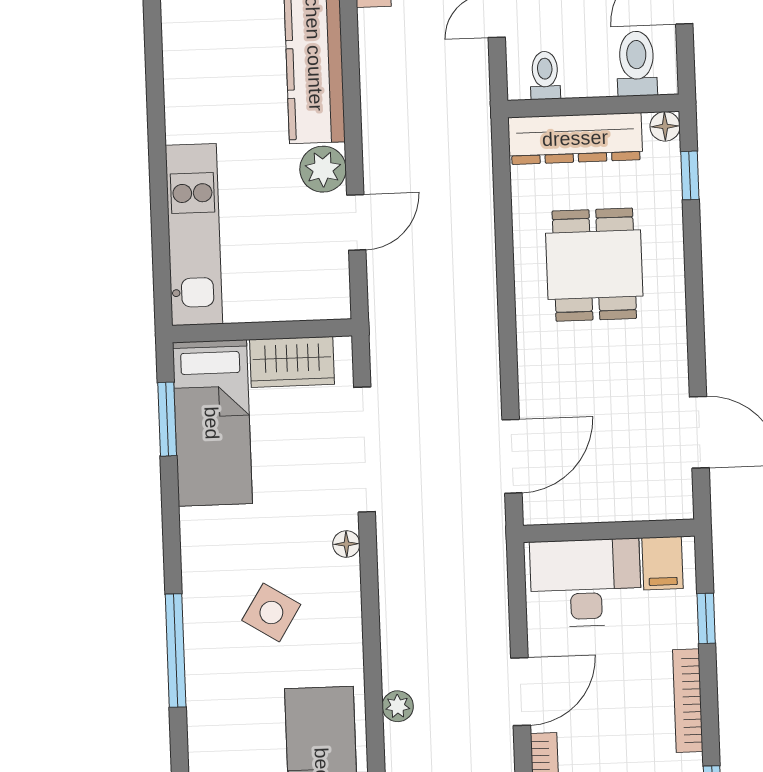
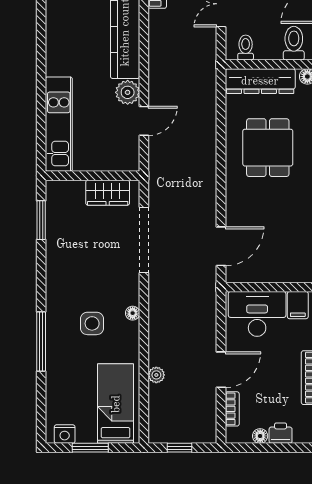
bed: (212, 423) -> (65, 223), removed
floor lamp: (346, 544) -> (133, 313), moved
side table: (271, 612) -> (92, 323), turned -32

